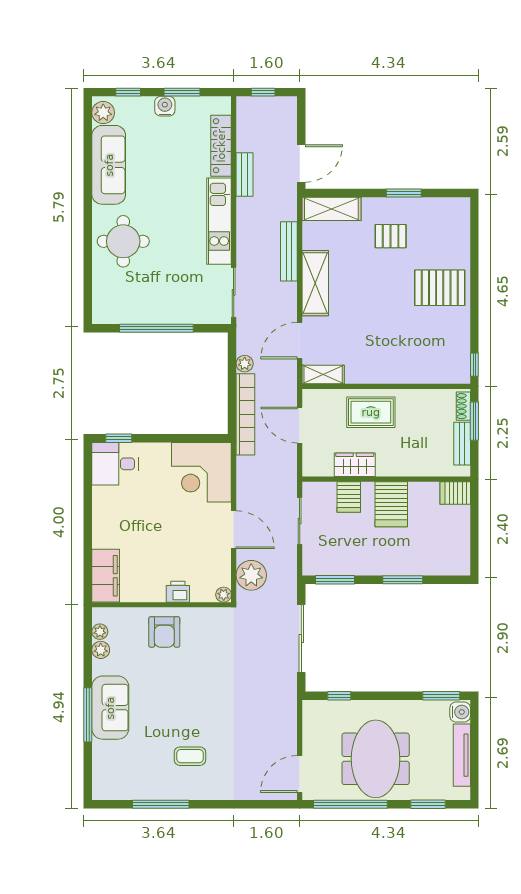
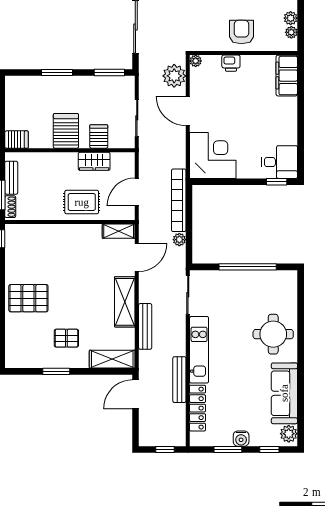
bench: (245, 175) -> (179, 380), width x1.36
door: (300, 425) -> (137, 192), swing flipped

